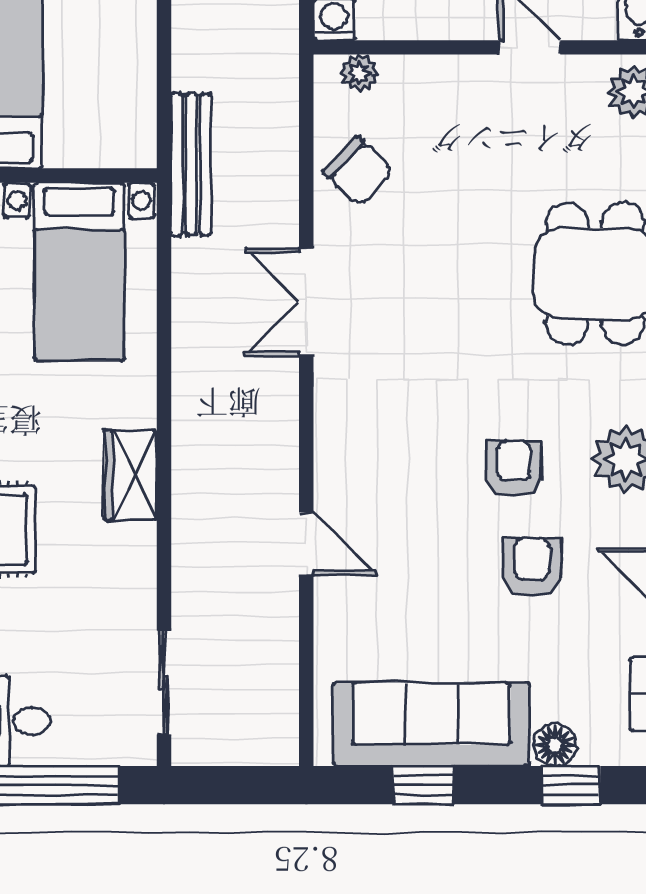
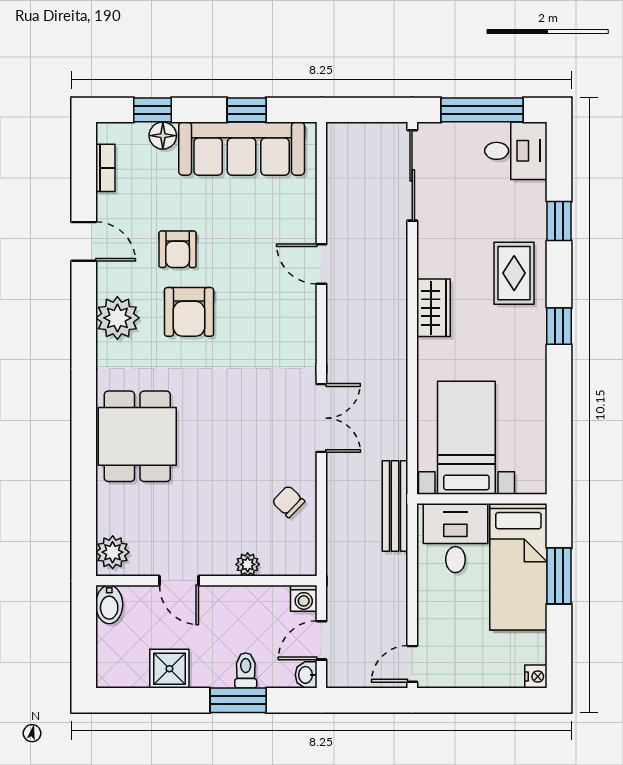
plant: (359, 73) -> (248, 564), moved
desk: (96, 114) -> (455, 538), added
chair: (358, 171) -> (288, 502), width x0.73, depth x0.73
armchair: (514, 469) -> (189, 312), width x1.38, depth x1.38
sliding door: (164, 683) -> (412, 175), width x1.37

